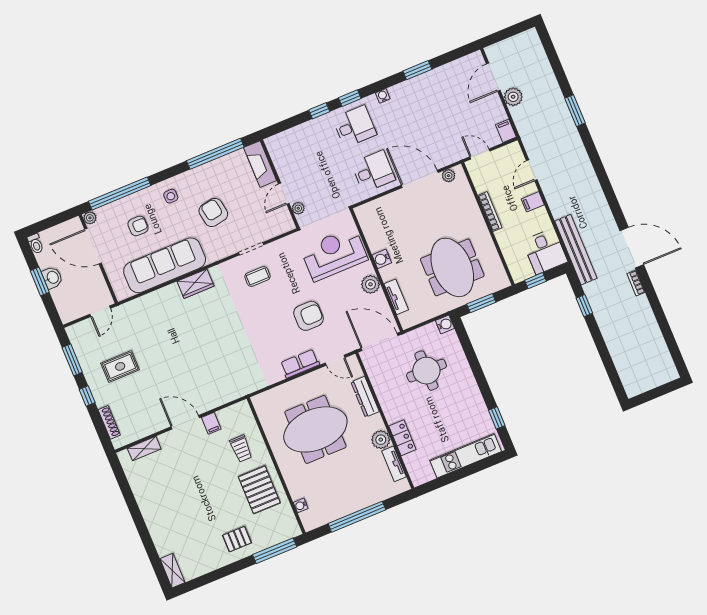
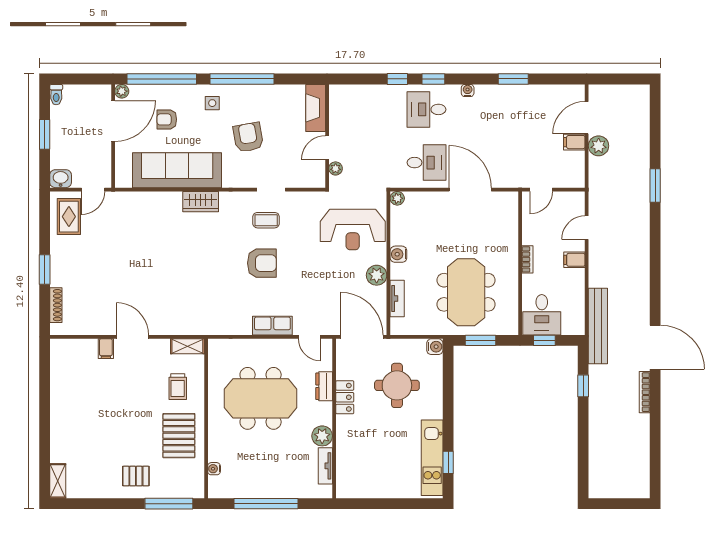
desk: (355, 126) -> (426, 109), turned 180
filing cabinet: (506, 131) -> (574, 142), moved, turned -90
window: (215, 154) -> (242, 79), moved
door: (480, 154) -> (541, 190), swing flipped
plant: (449, 176) -> (397, 198), moved
bookcase: (490, 212) -> (527, 259), width x0.64
armchair: (138, 226) -> (167, 119), turned 180
door: (93, 246) -> (113, 121), swing flipped
desk: (545, 251) -> (542, 315), moved
reception desk: (334, 254) -> (353, 229), turned 180
washbasin: (52, 278) -> (61, 179), moved, turned -90
bookcase: (636, 283) -> (645, 392), width x1.56
armchair: (308, 316) -> (262, 263), moved
window: (72, 360) -> (45, 227), removed
rug: (120, 366) -> (69, 217), moved, turned 90
window: (87, 396) -> (45, 269), width x1.50
dresser: (365, 397) -> (324, 386), width x0.70
filing cabinet: (211, 423) -> (106, 349), moved
locker: (402, 438) -> (345, 397), moved
shelving: (144, 449) -> (187, 346), moved
kitchen unit: (466, 456) -> (432, 458), moved, turned -90

